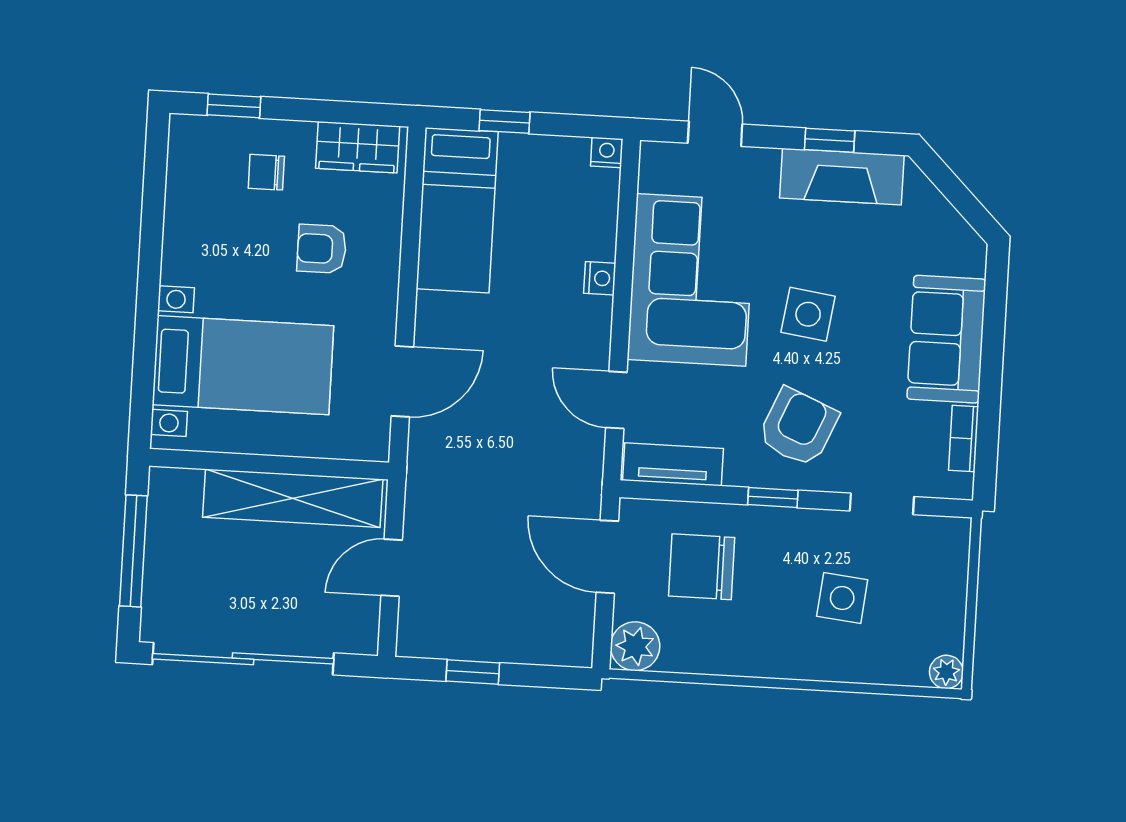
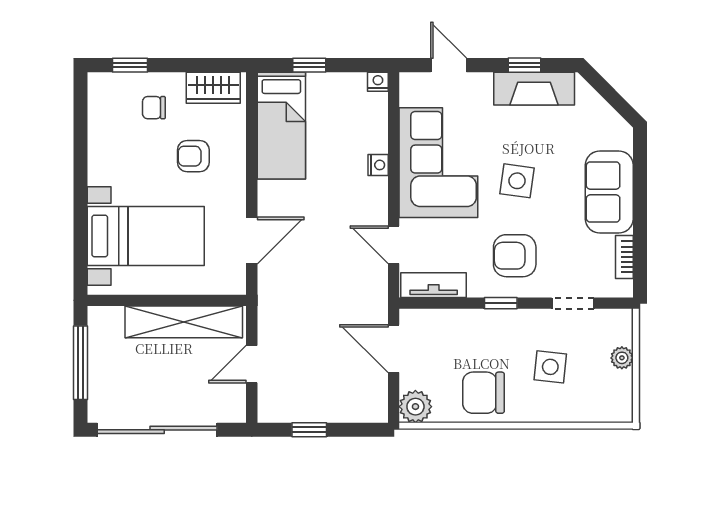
armchair: (798, 427) -> (515, 256), turned -113
chair: (702, 567) -> (483, 393), moved
plant: (946, 672) -> (622, 358), moved

